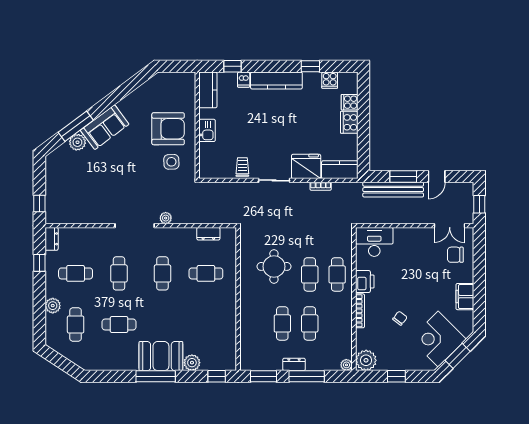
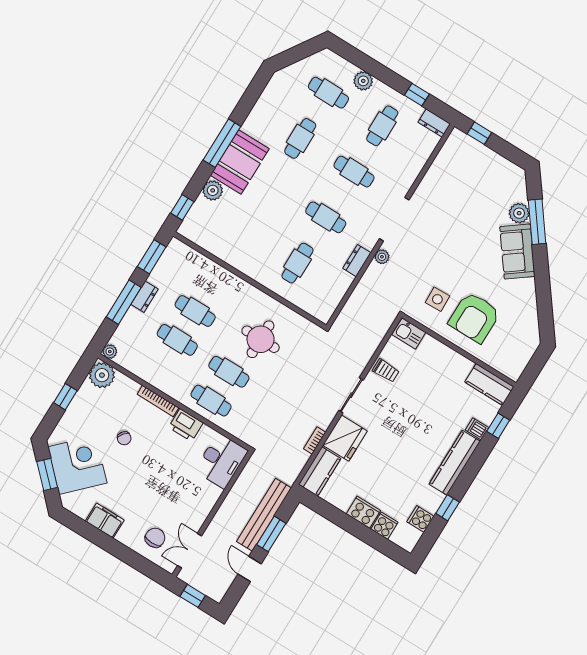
kitchen sink: (207, 130) -> (409, 333), moved
dresser: (208, 234) -> (357, 261), moved

